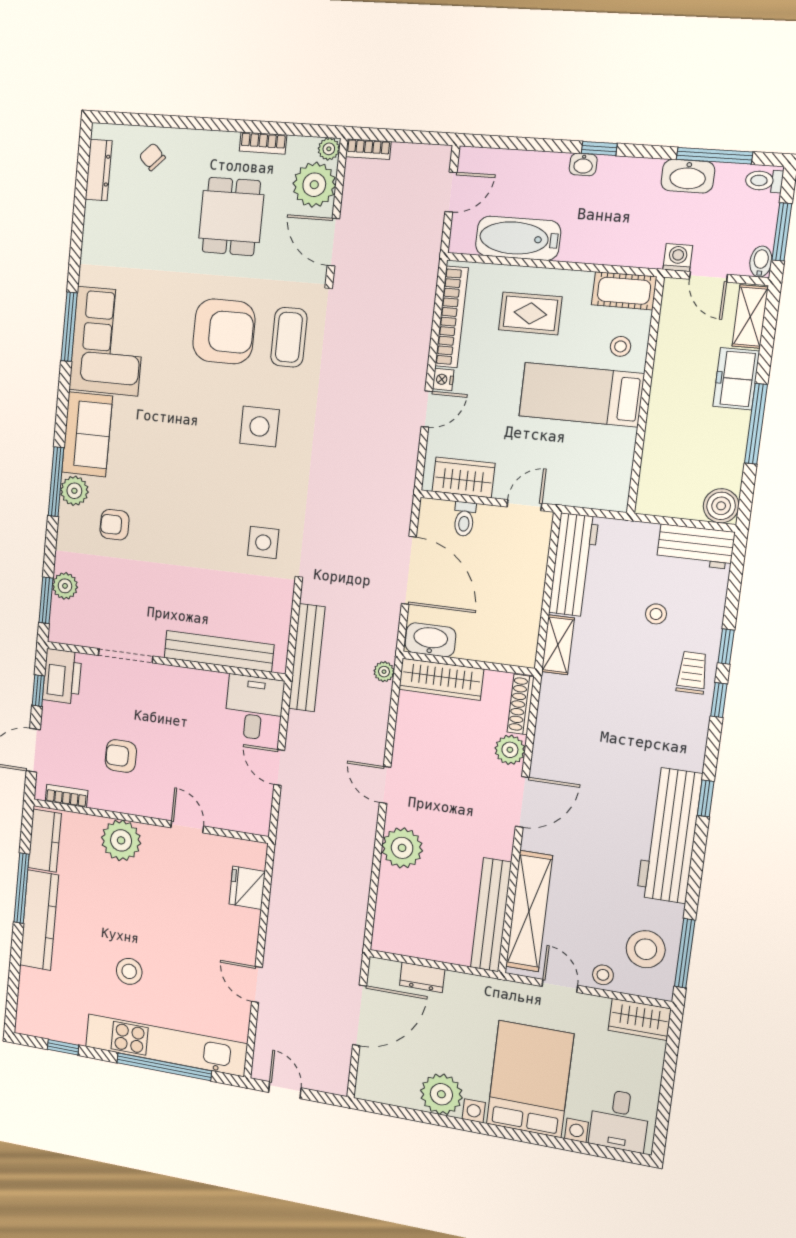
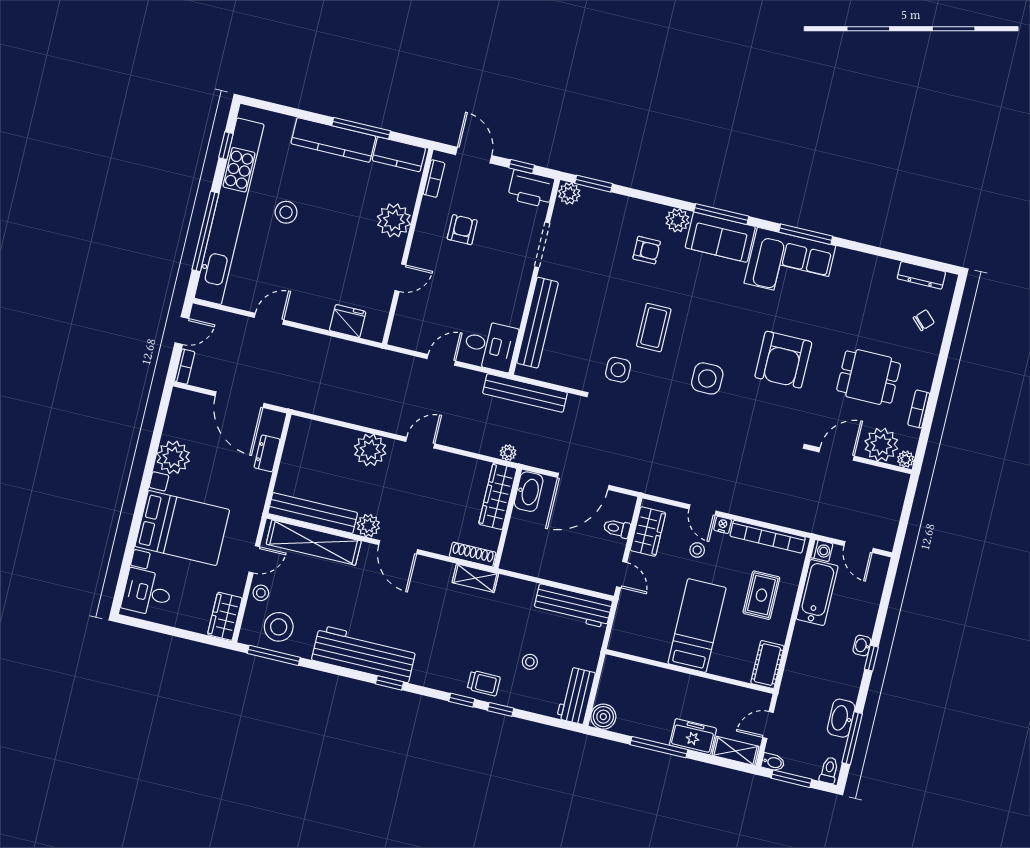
bookcase: (368, 149) -> (185, 367), moved, turned 180
washing machine: (678, 258) -> (822, 551), moved
coffee table: (289, 337) -> (654, 328), moved, turned 90
stool: (620, 346) -> (697, 550), moved
window: (56, 482) -> (721, 214), moved
armchair: (115, 525) -> (647, 250), turned 90
plant: (65, 586) -> (569, 193), moved
shelving: (558, 645) -> (475, 578), moved
plant: (510, 750) -> (368, 526), moved
kitchen unit: (166, 1045) -> (229, 211), width x1.36

